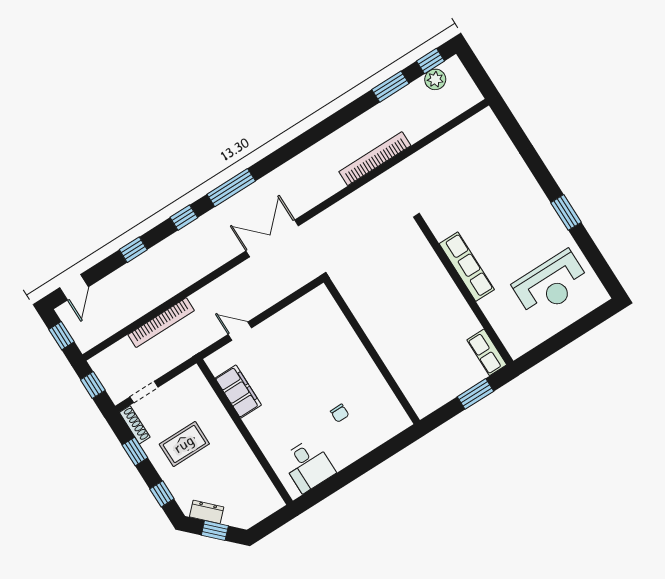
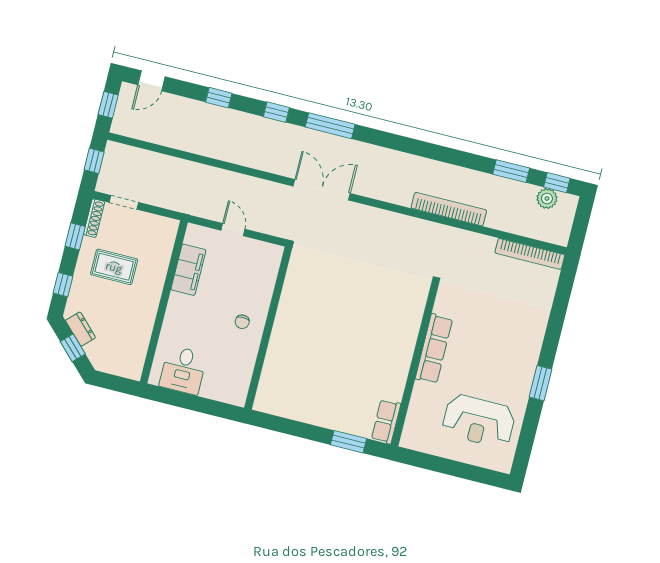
bookcase: (161, 323) -> (530, 254), moved
wall: (372, 351) -> (268, 328), moved
chair: (340, 413) -> (242, 322), moved

